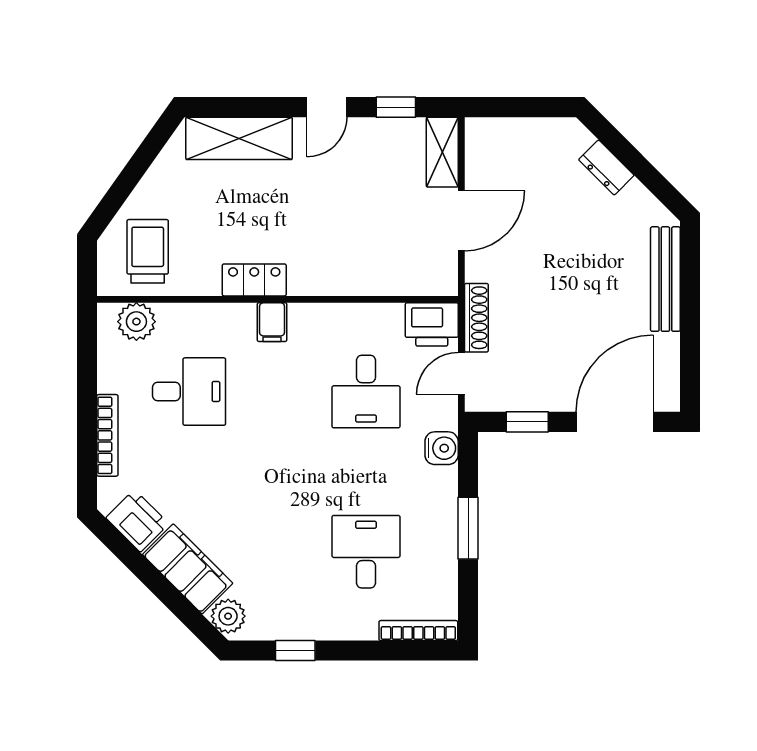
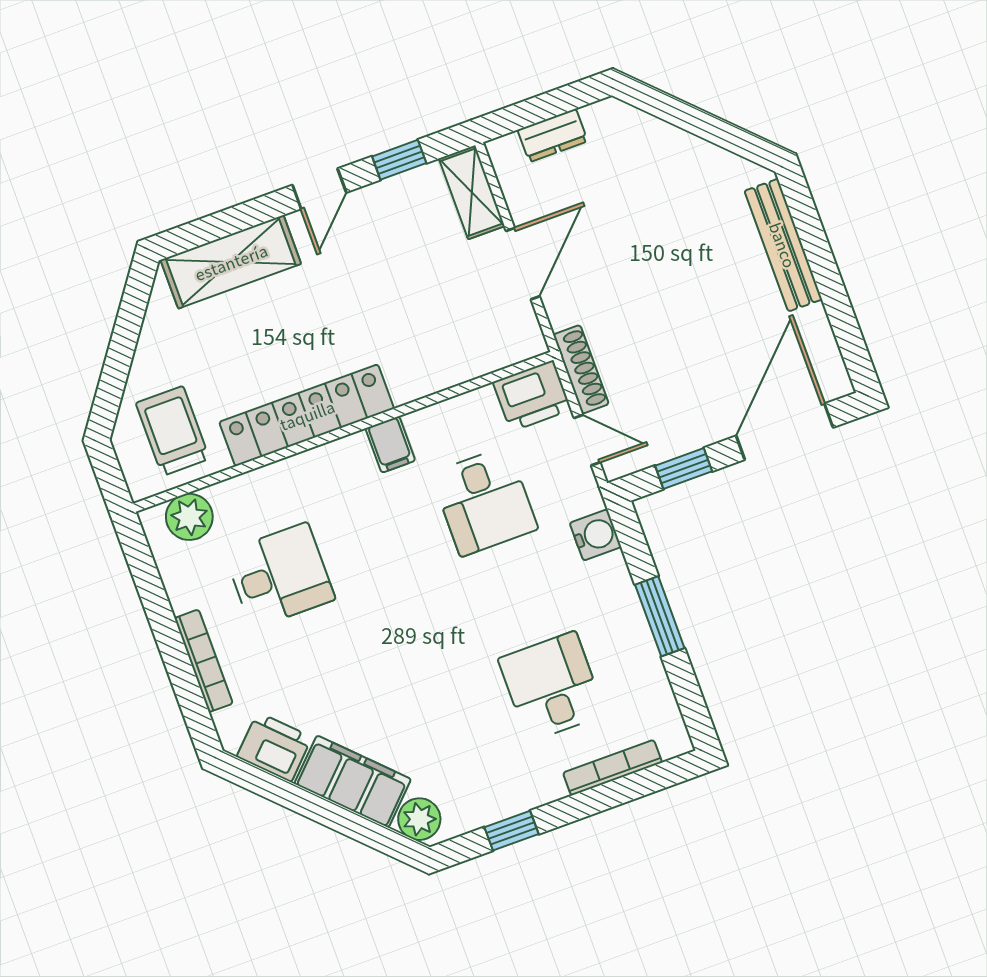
dresser: (606, 167) -> (553, 136), moved, turned -45
locker: (254, 280) -> (307, 415), width x2.16, depth x1.21
filing cabinet: (272, 322) -> (390, 444), moved
door: (461, 373) -> (587, 440), swing flipped
bookcase: (418, 631) -> (613, 768), moved

